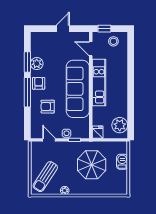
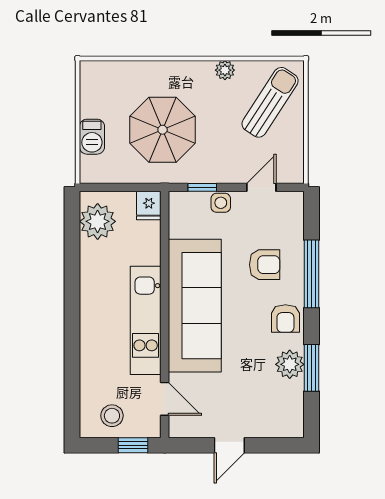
window: (27, 92) -> (311, 274), moved
door: (49, 140) -> (261, 187), swing flipped

